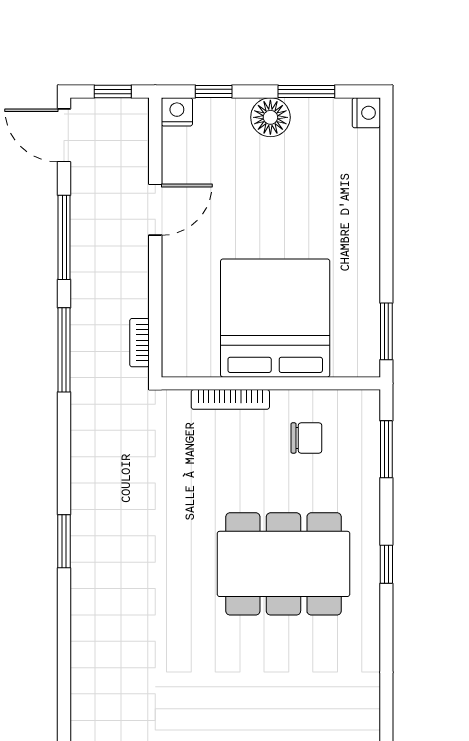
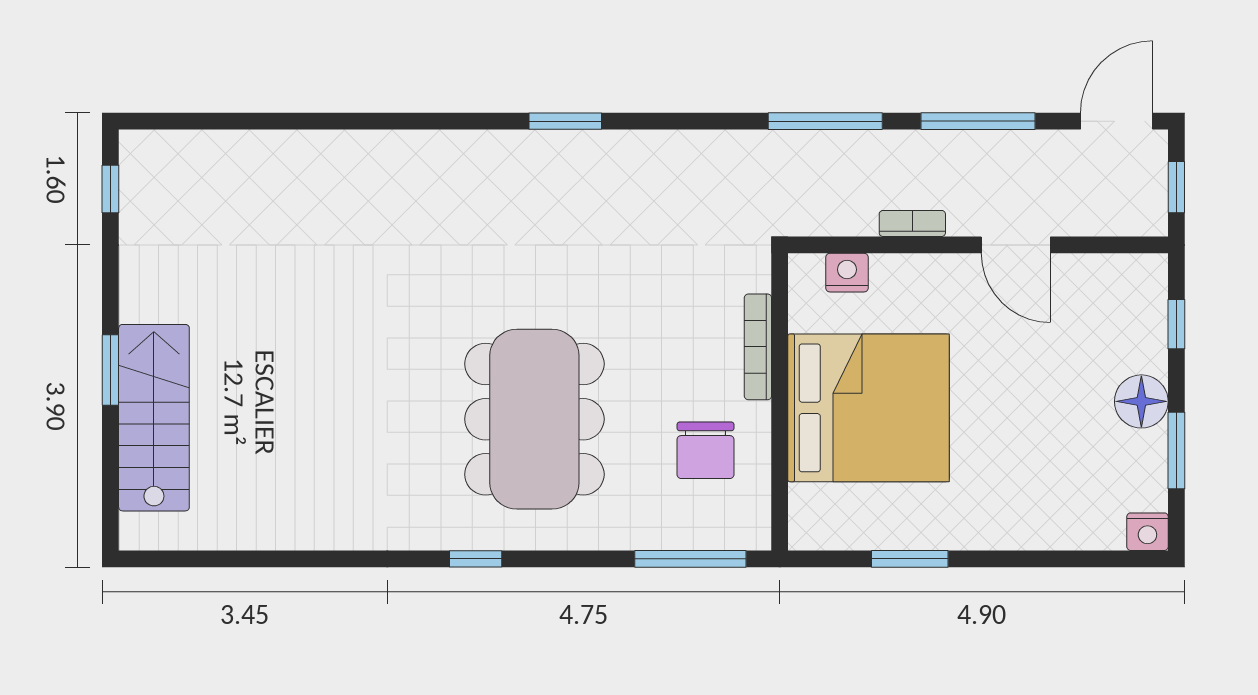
nightstand: (177, 112) -> (847, 273), moved, turned -90
window: (386, 331) -> (910, 559), moved
bookcase: (139, 343) -> (912, 223), moved
chair: (306, 438) -> (706, 450), width x1.37, depth x1.37
window: (386, 449) -> (690, 559), width x1.44
window: (386, 564) -> (476, 559), moved

